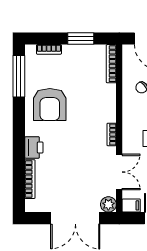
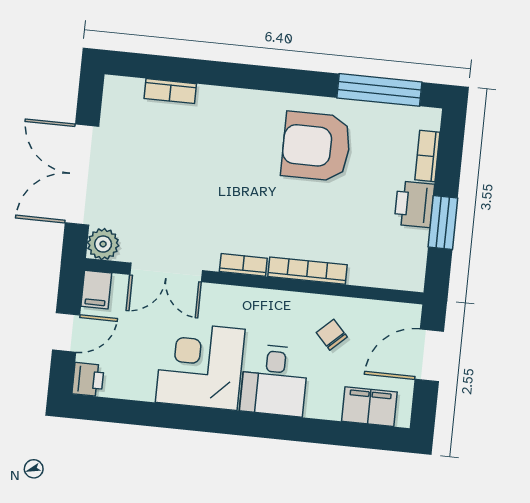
bookcase: (111, 64) -> (307, 271), moved
printer: (34, 147) -> (414, 204), moved, turned 90
bookcase: (30, 179) -> (170, 91), width x0.64

